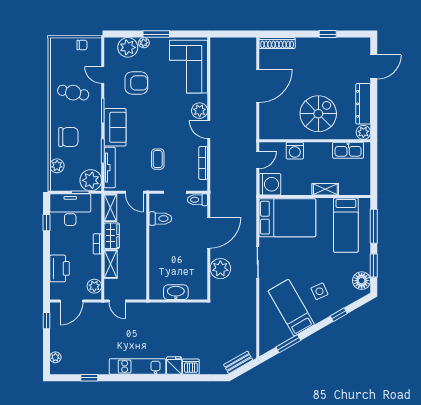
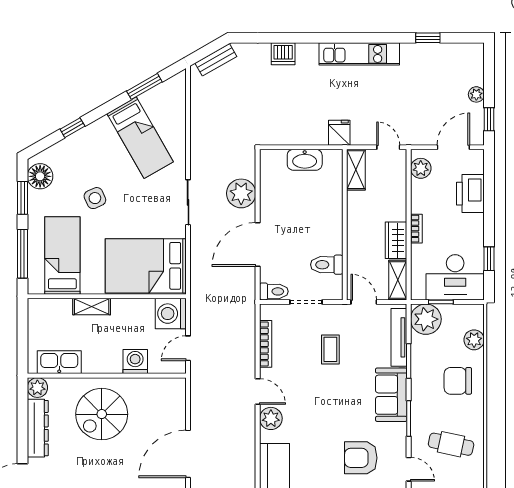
shelving: (111, 264) -> (356, 170), moved
side table: (319, 291) -> (95, 198), moved
plant: (55, 357) -> (476, 94), moved
fridge: (174, 366) -> (339, 133), moved, turned 180

